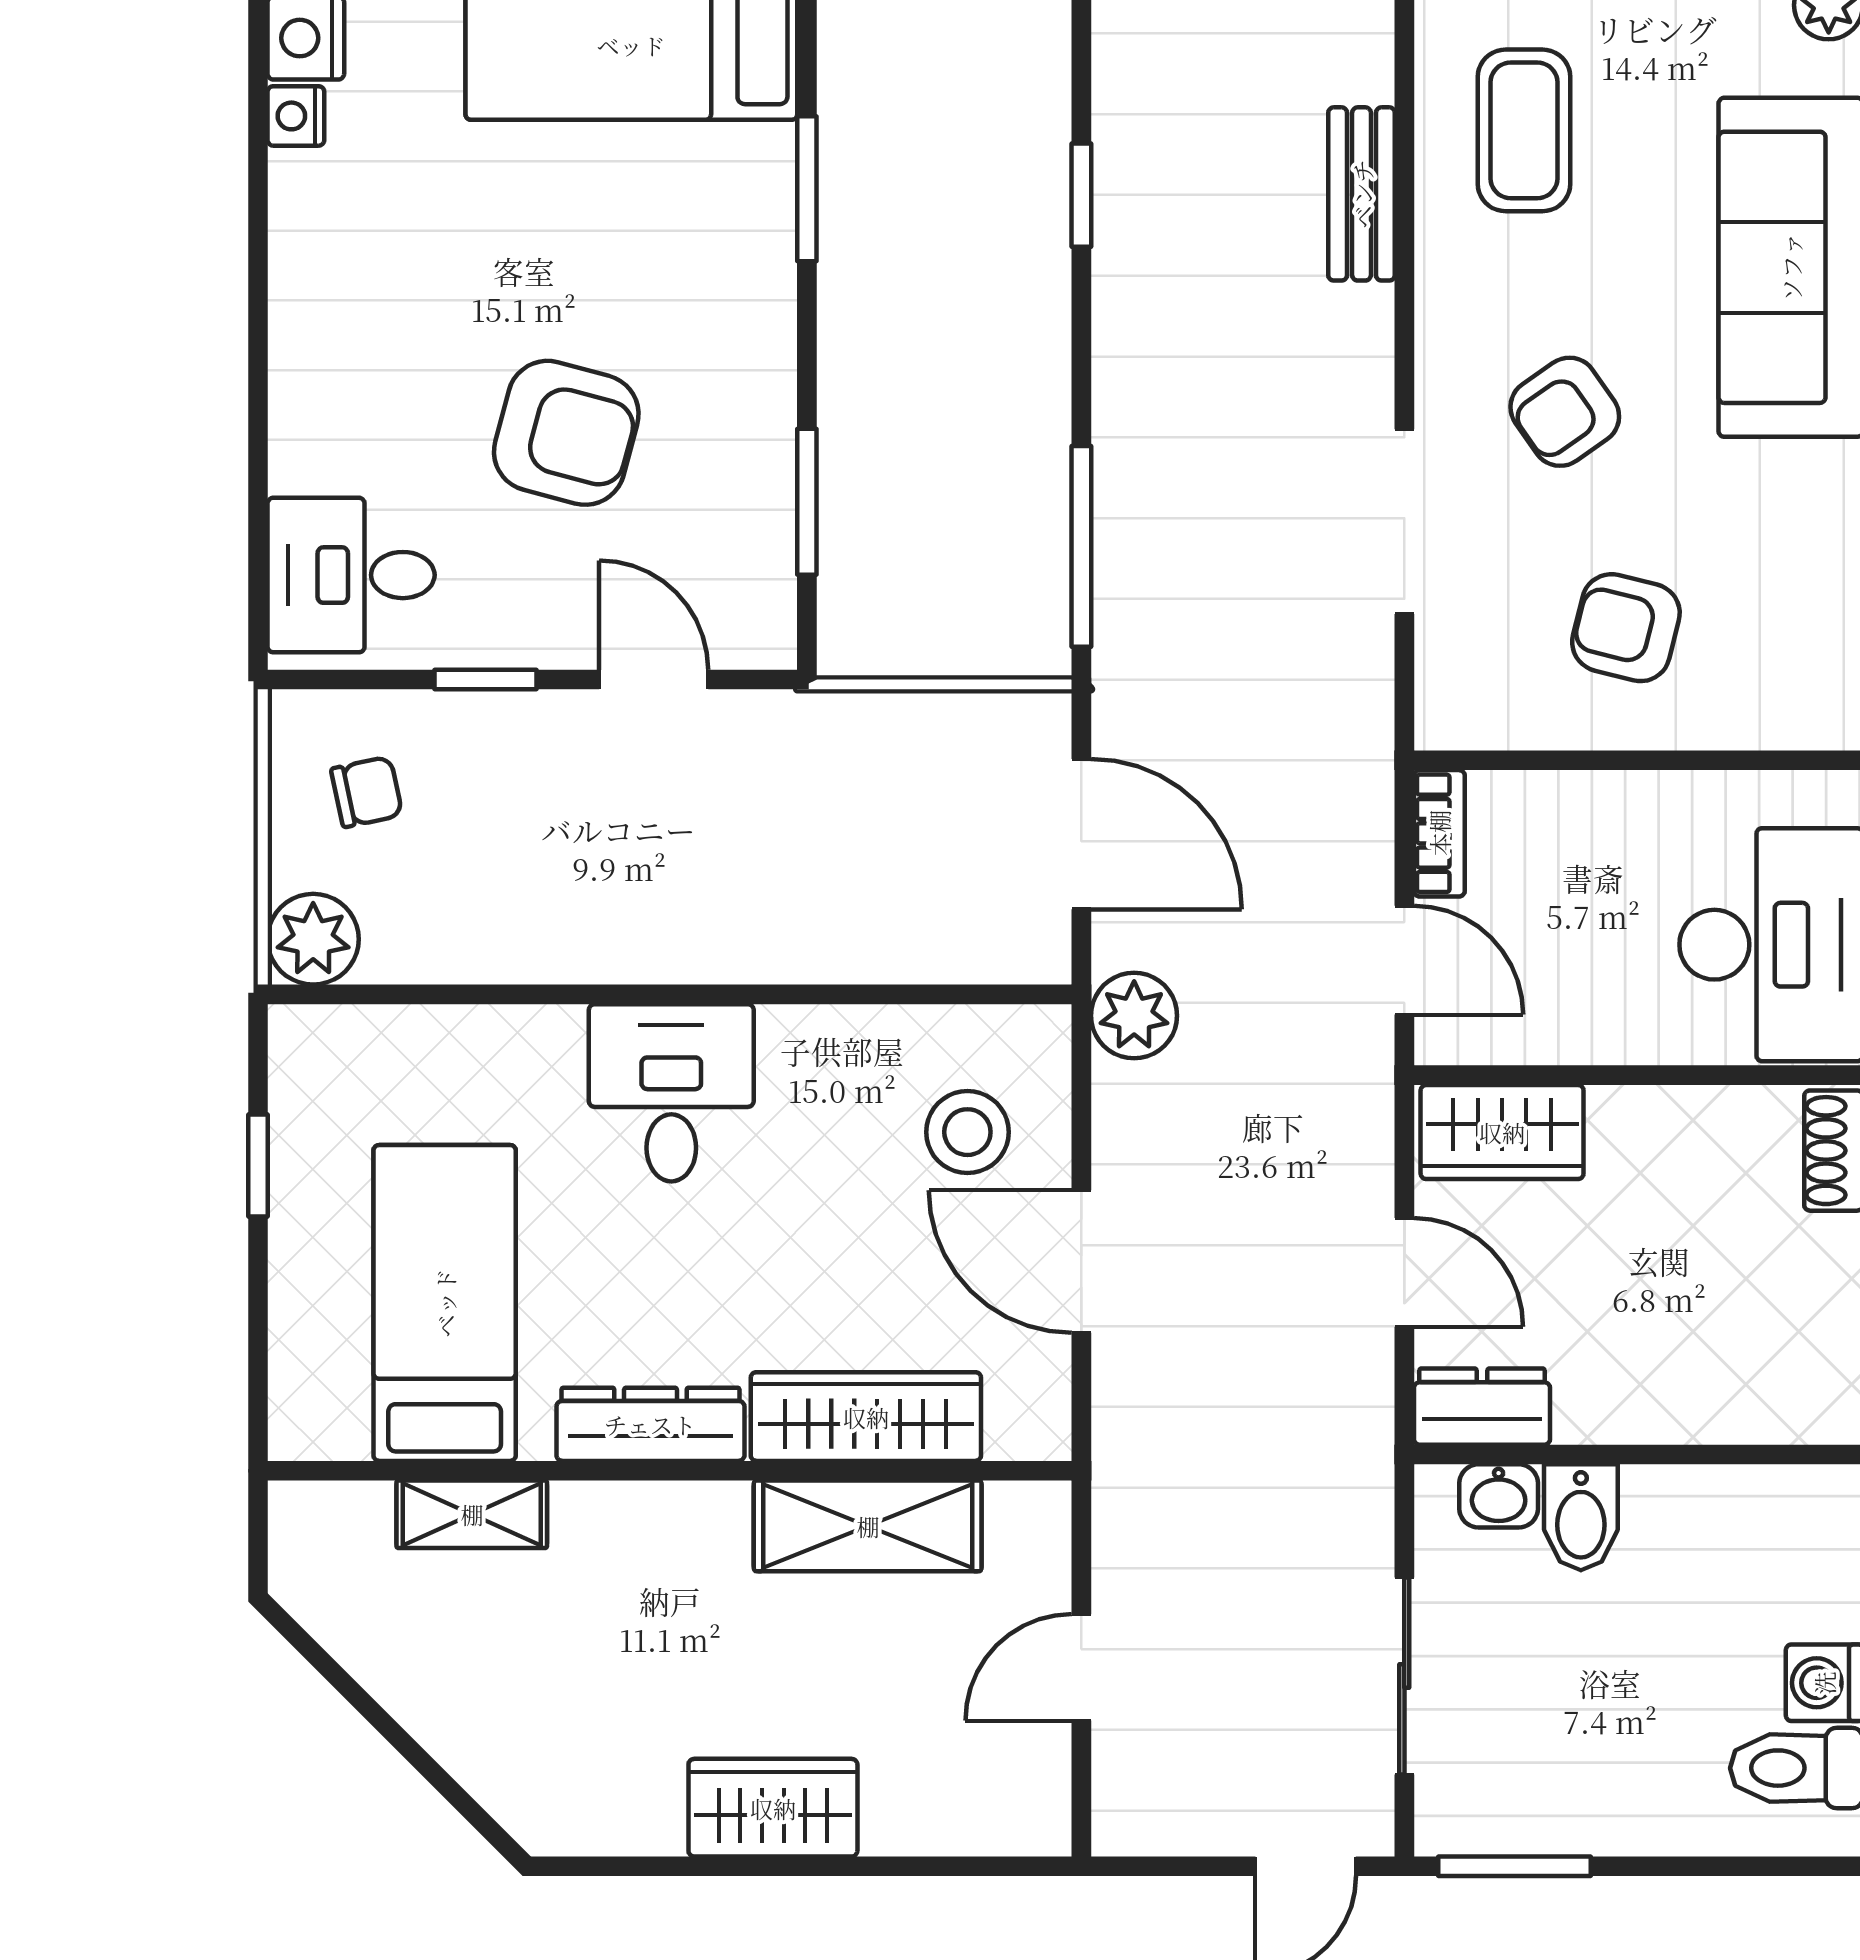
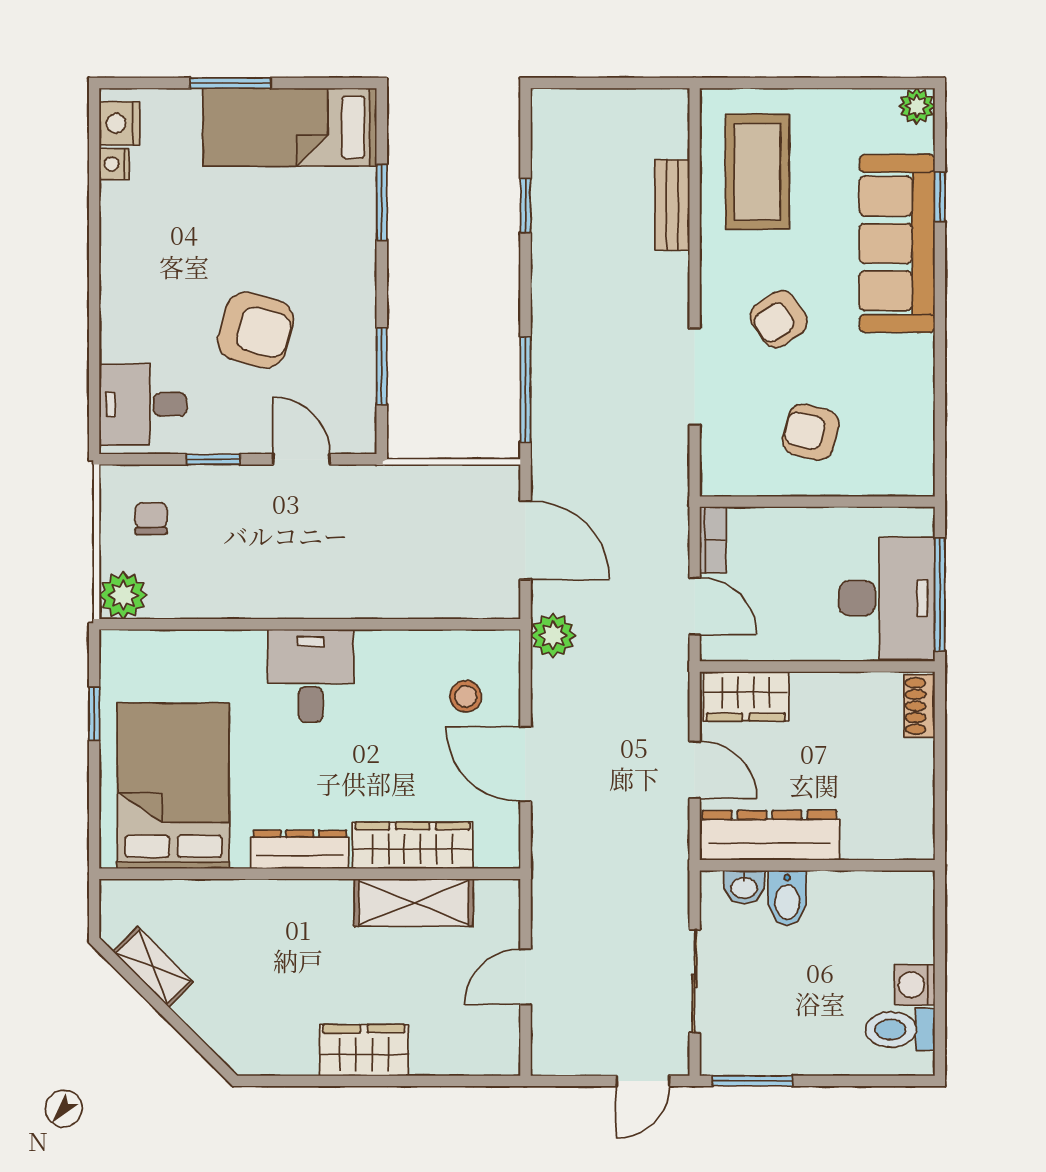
coffee table: (1524, 130) -> (757, 172), width x1.36, depth x1.32
chair: (367, 792) -> (151, 518), turned -78
stool: (967, 1132) -> (466, 696), width x0.73, depth x0.73
bed: (445, 1303) -> (173, 786), width x1.50
dresser: (1482, 1407) -> (770, 835), width x1.96, depth x1.24
shelving: (472, 1514) -> (153, 967), moved, turned 45

